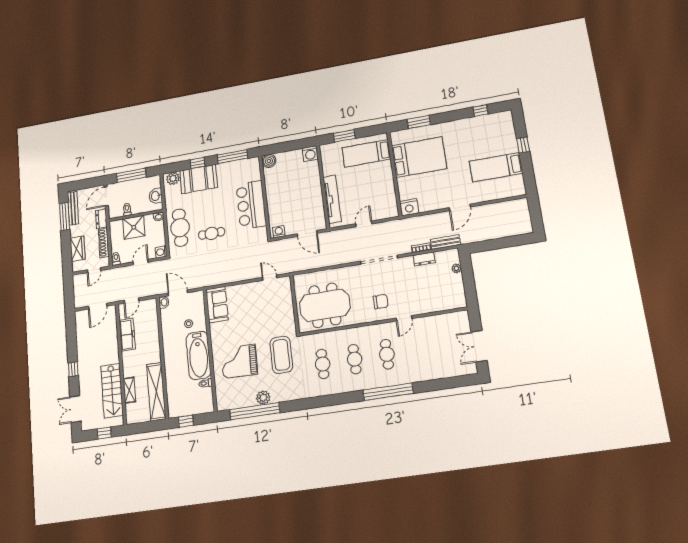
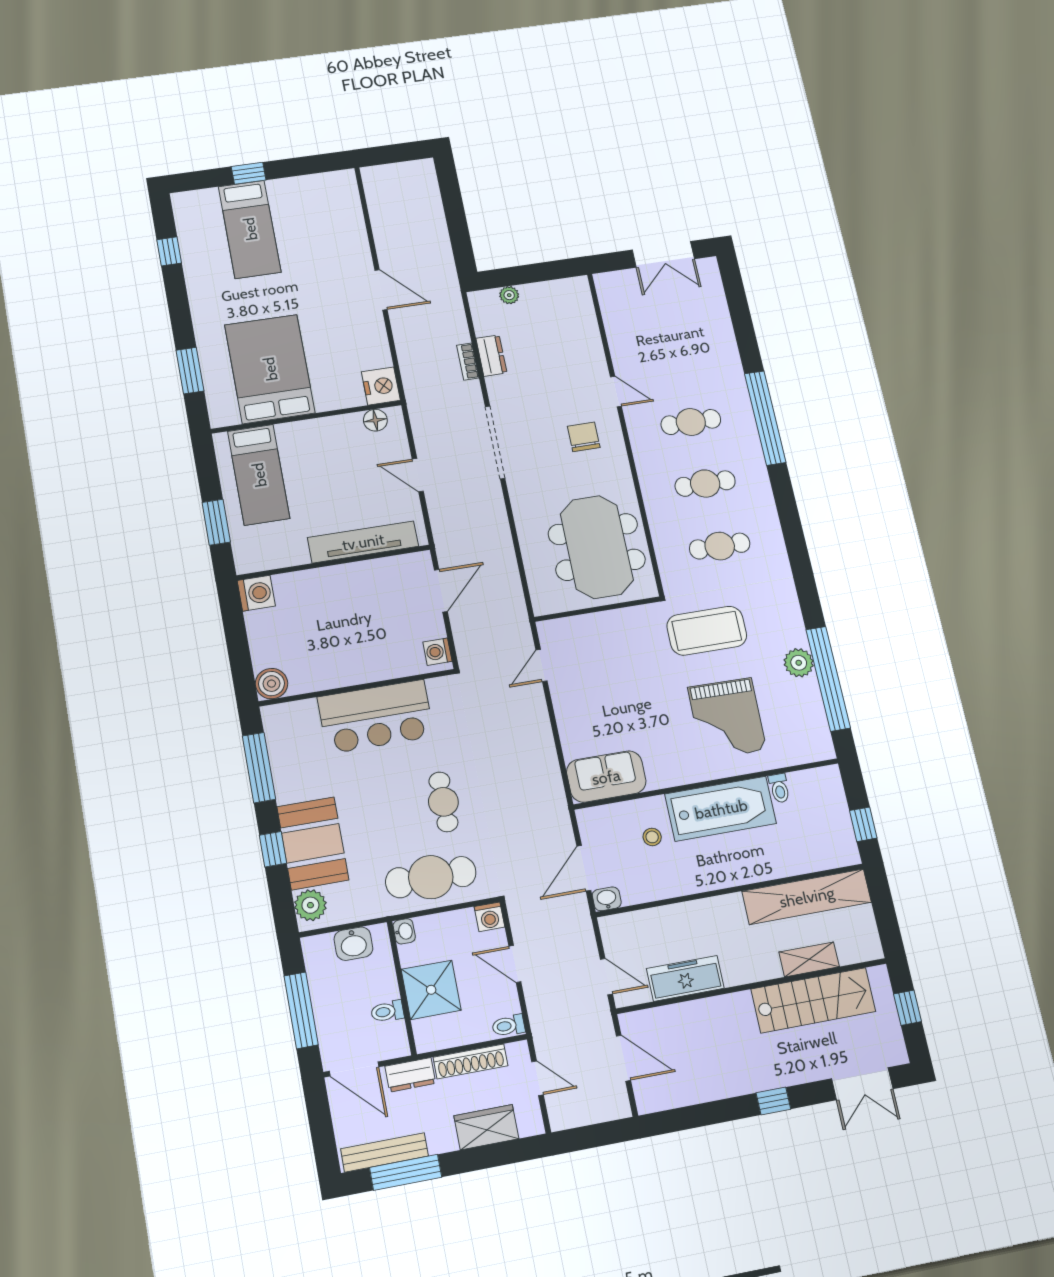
bed: (496, 167) -> (250, 229), moved
floor lamp: (392, 205) -> (375, 420), added
bench: (445, 242) -> (455, 316), removed

